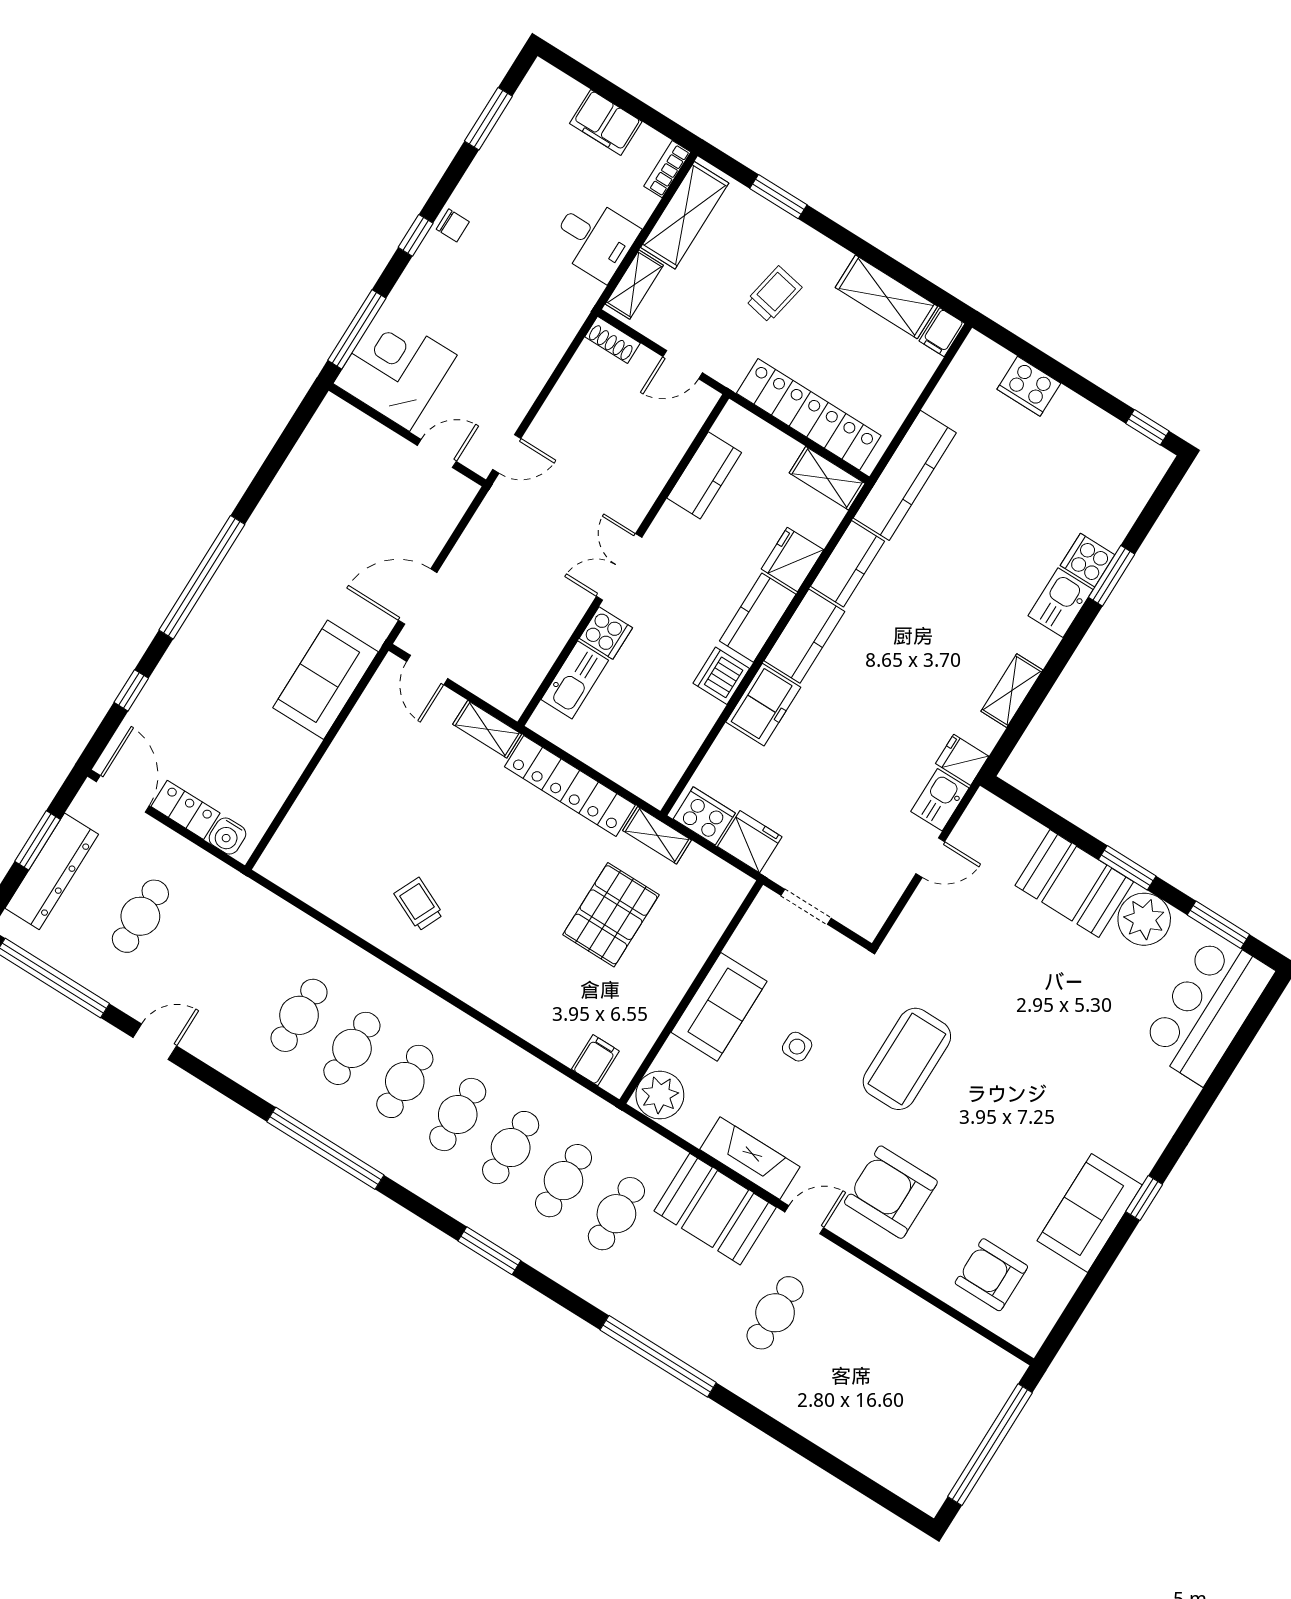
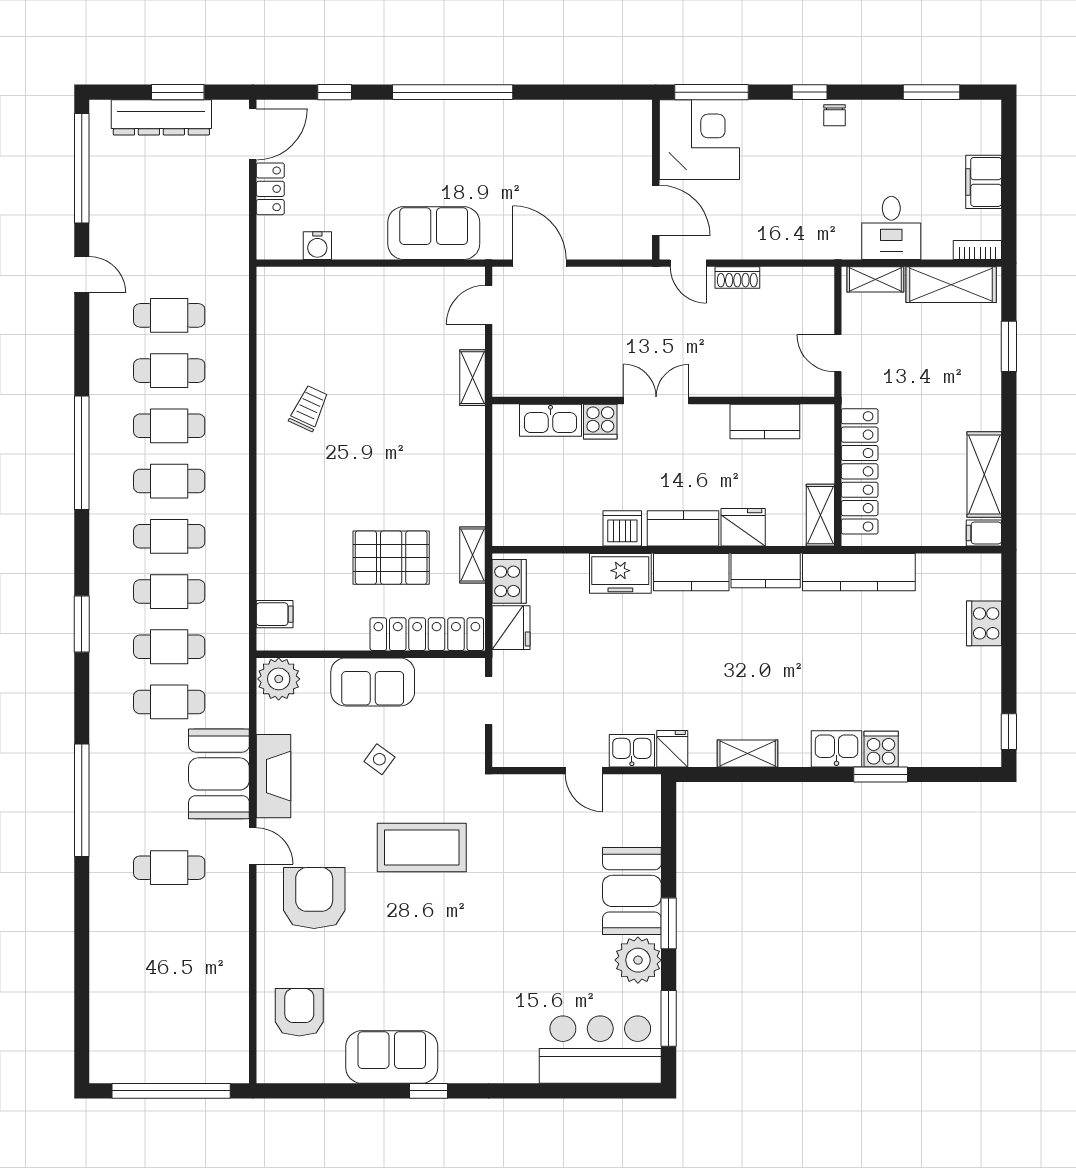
trolley: (774, 294) -> (934, 389), removed
shoe rack: (612, 340) -> (737, 278), moved, turned -90
door: (437, 453) -> (656, 210), width x1.38
locker: (570, 786) -> (427, 634), moved, turned 90
water cooler: (227, 836) -> (317, 246), moved, turned -90
cafe table: (140, 916) -> (169, 315), moved
side table: (797, 1047) -> (379, 759), turned 36

